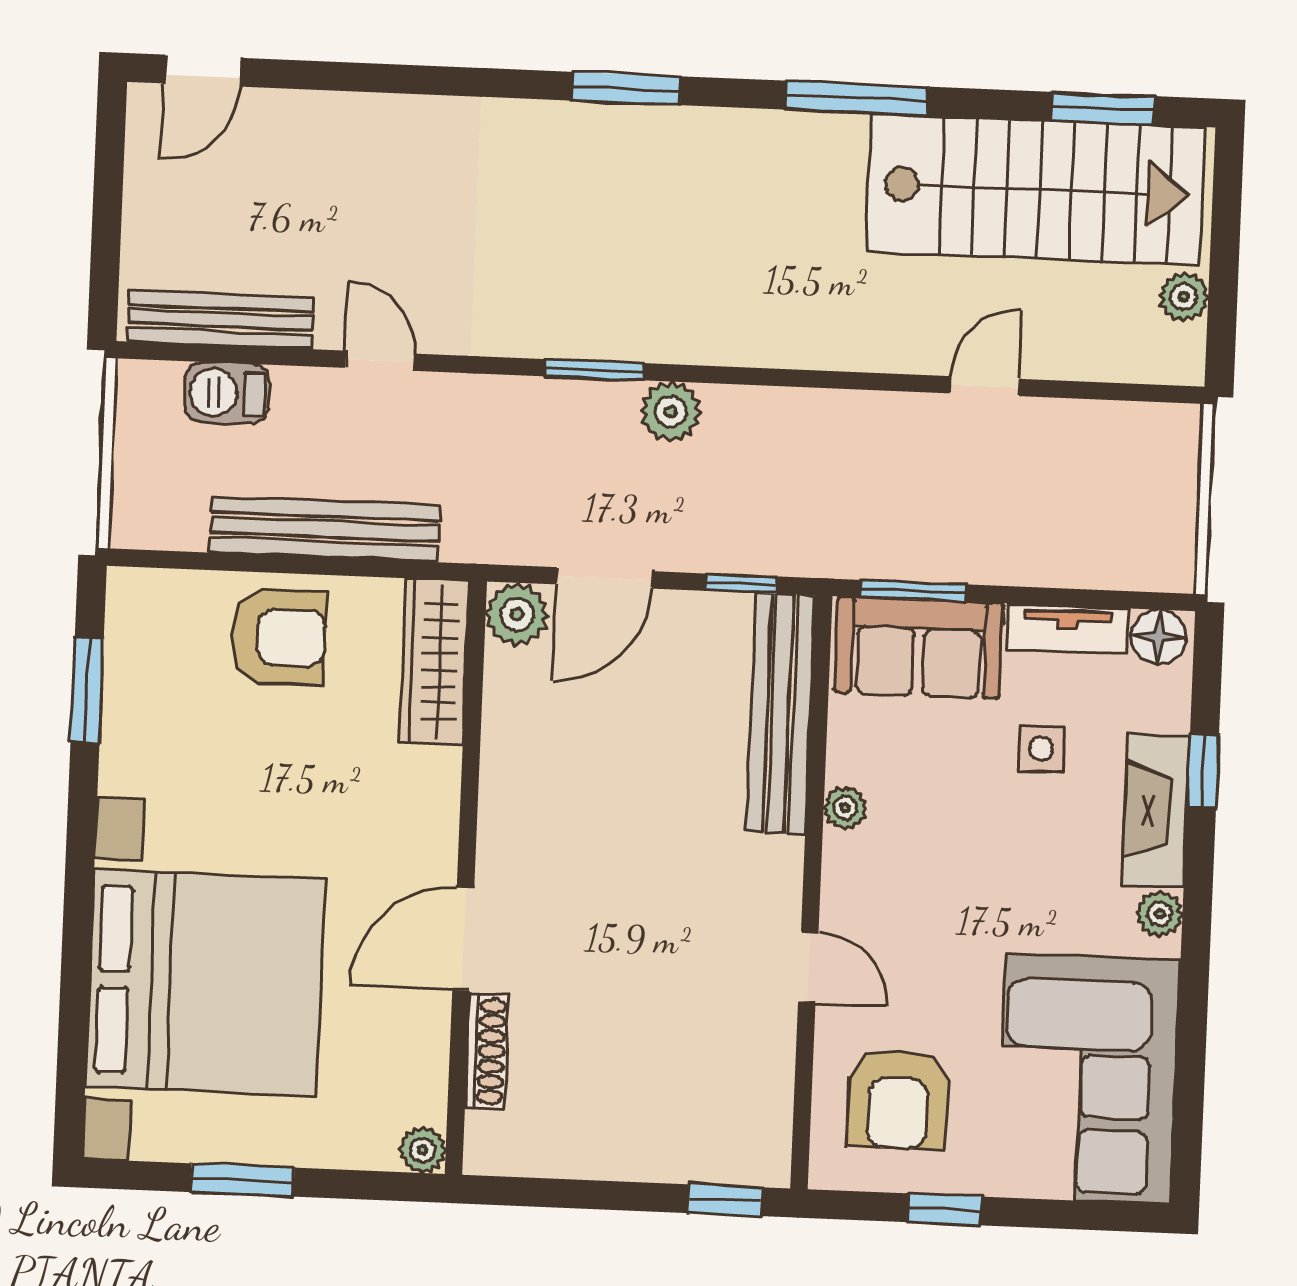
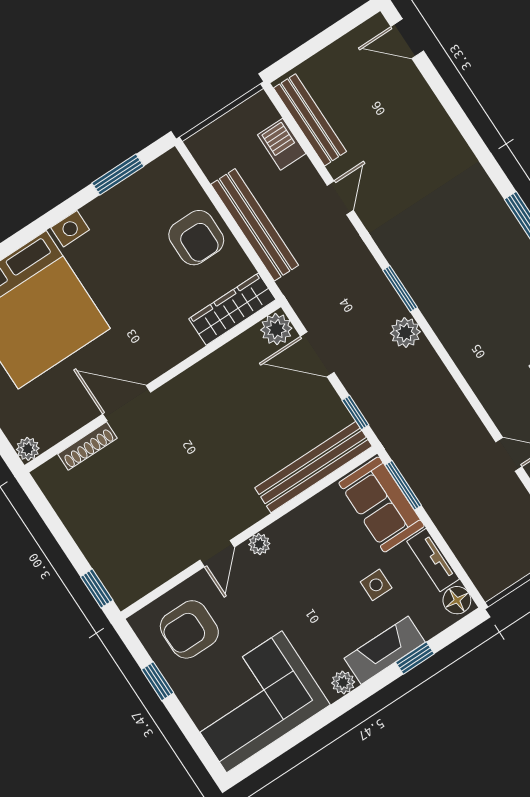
plant: (845, 808) -> (259, 544), moved

